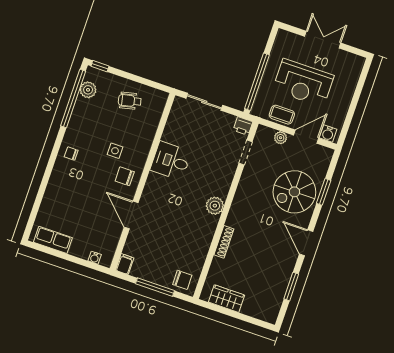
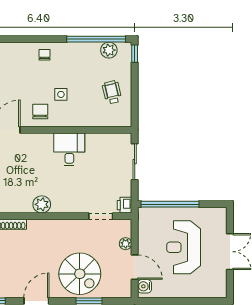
coffee table: (282, 115) -> (147, 238), removed
spiral stairs: (294, 192) -> (80, 274), turned 180

